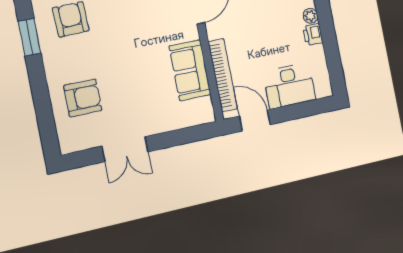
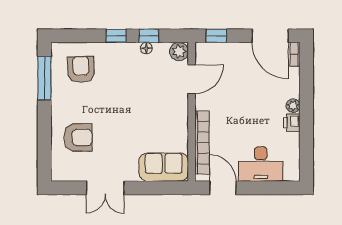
window: (29, 37) -> (44, 78), width x1.44
sofa: (190, 70) -> (164, 167), moved, turned 90

